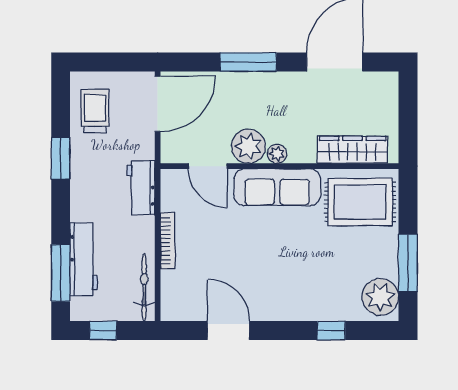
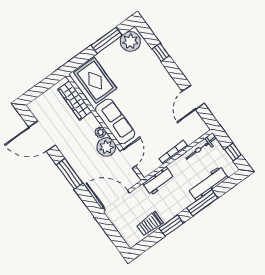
trolley: (95, 111) -> (150, 224), moved
window: (61, 273) -> (202, 203), moved

